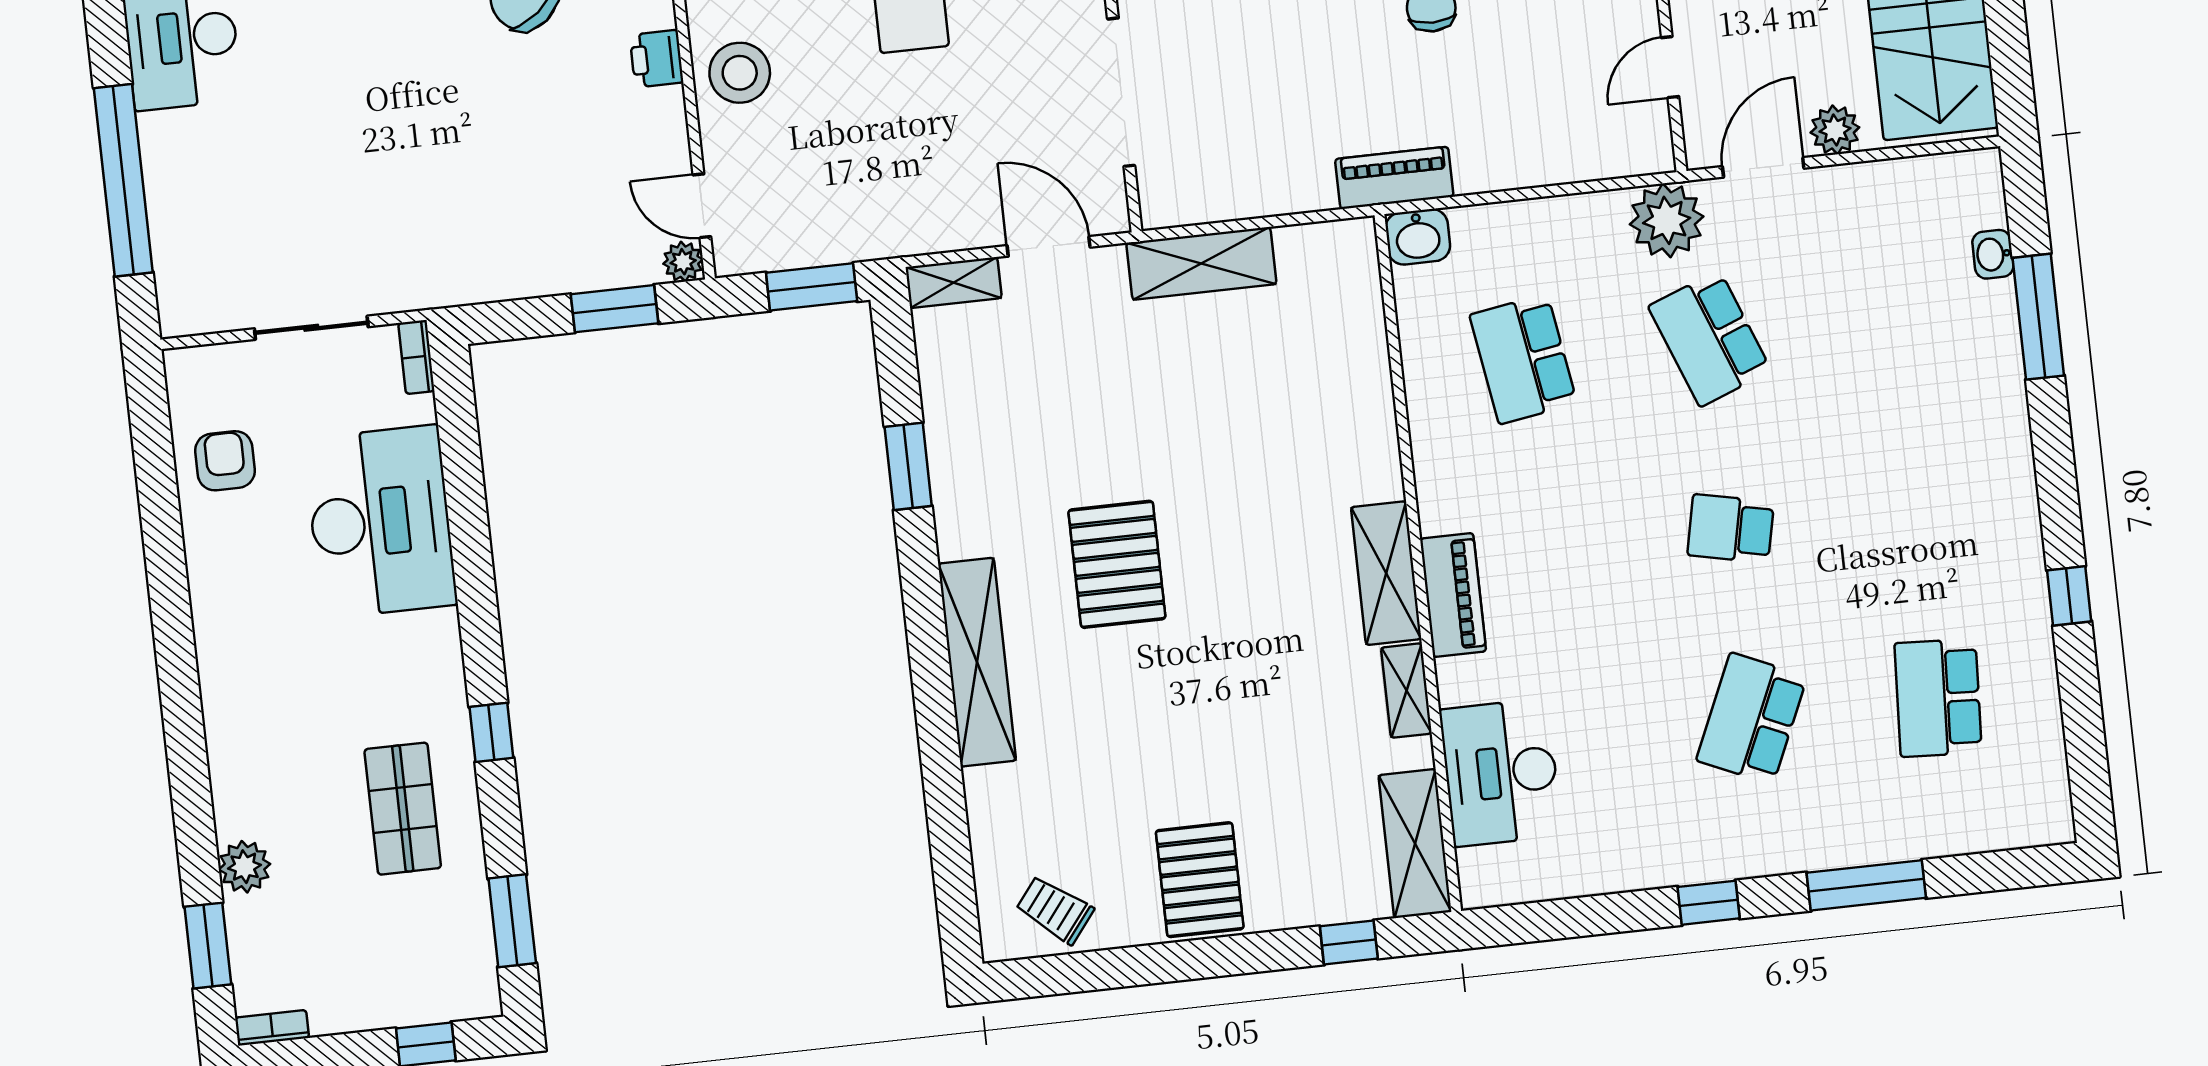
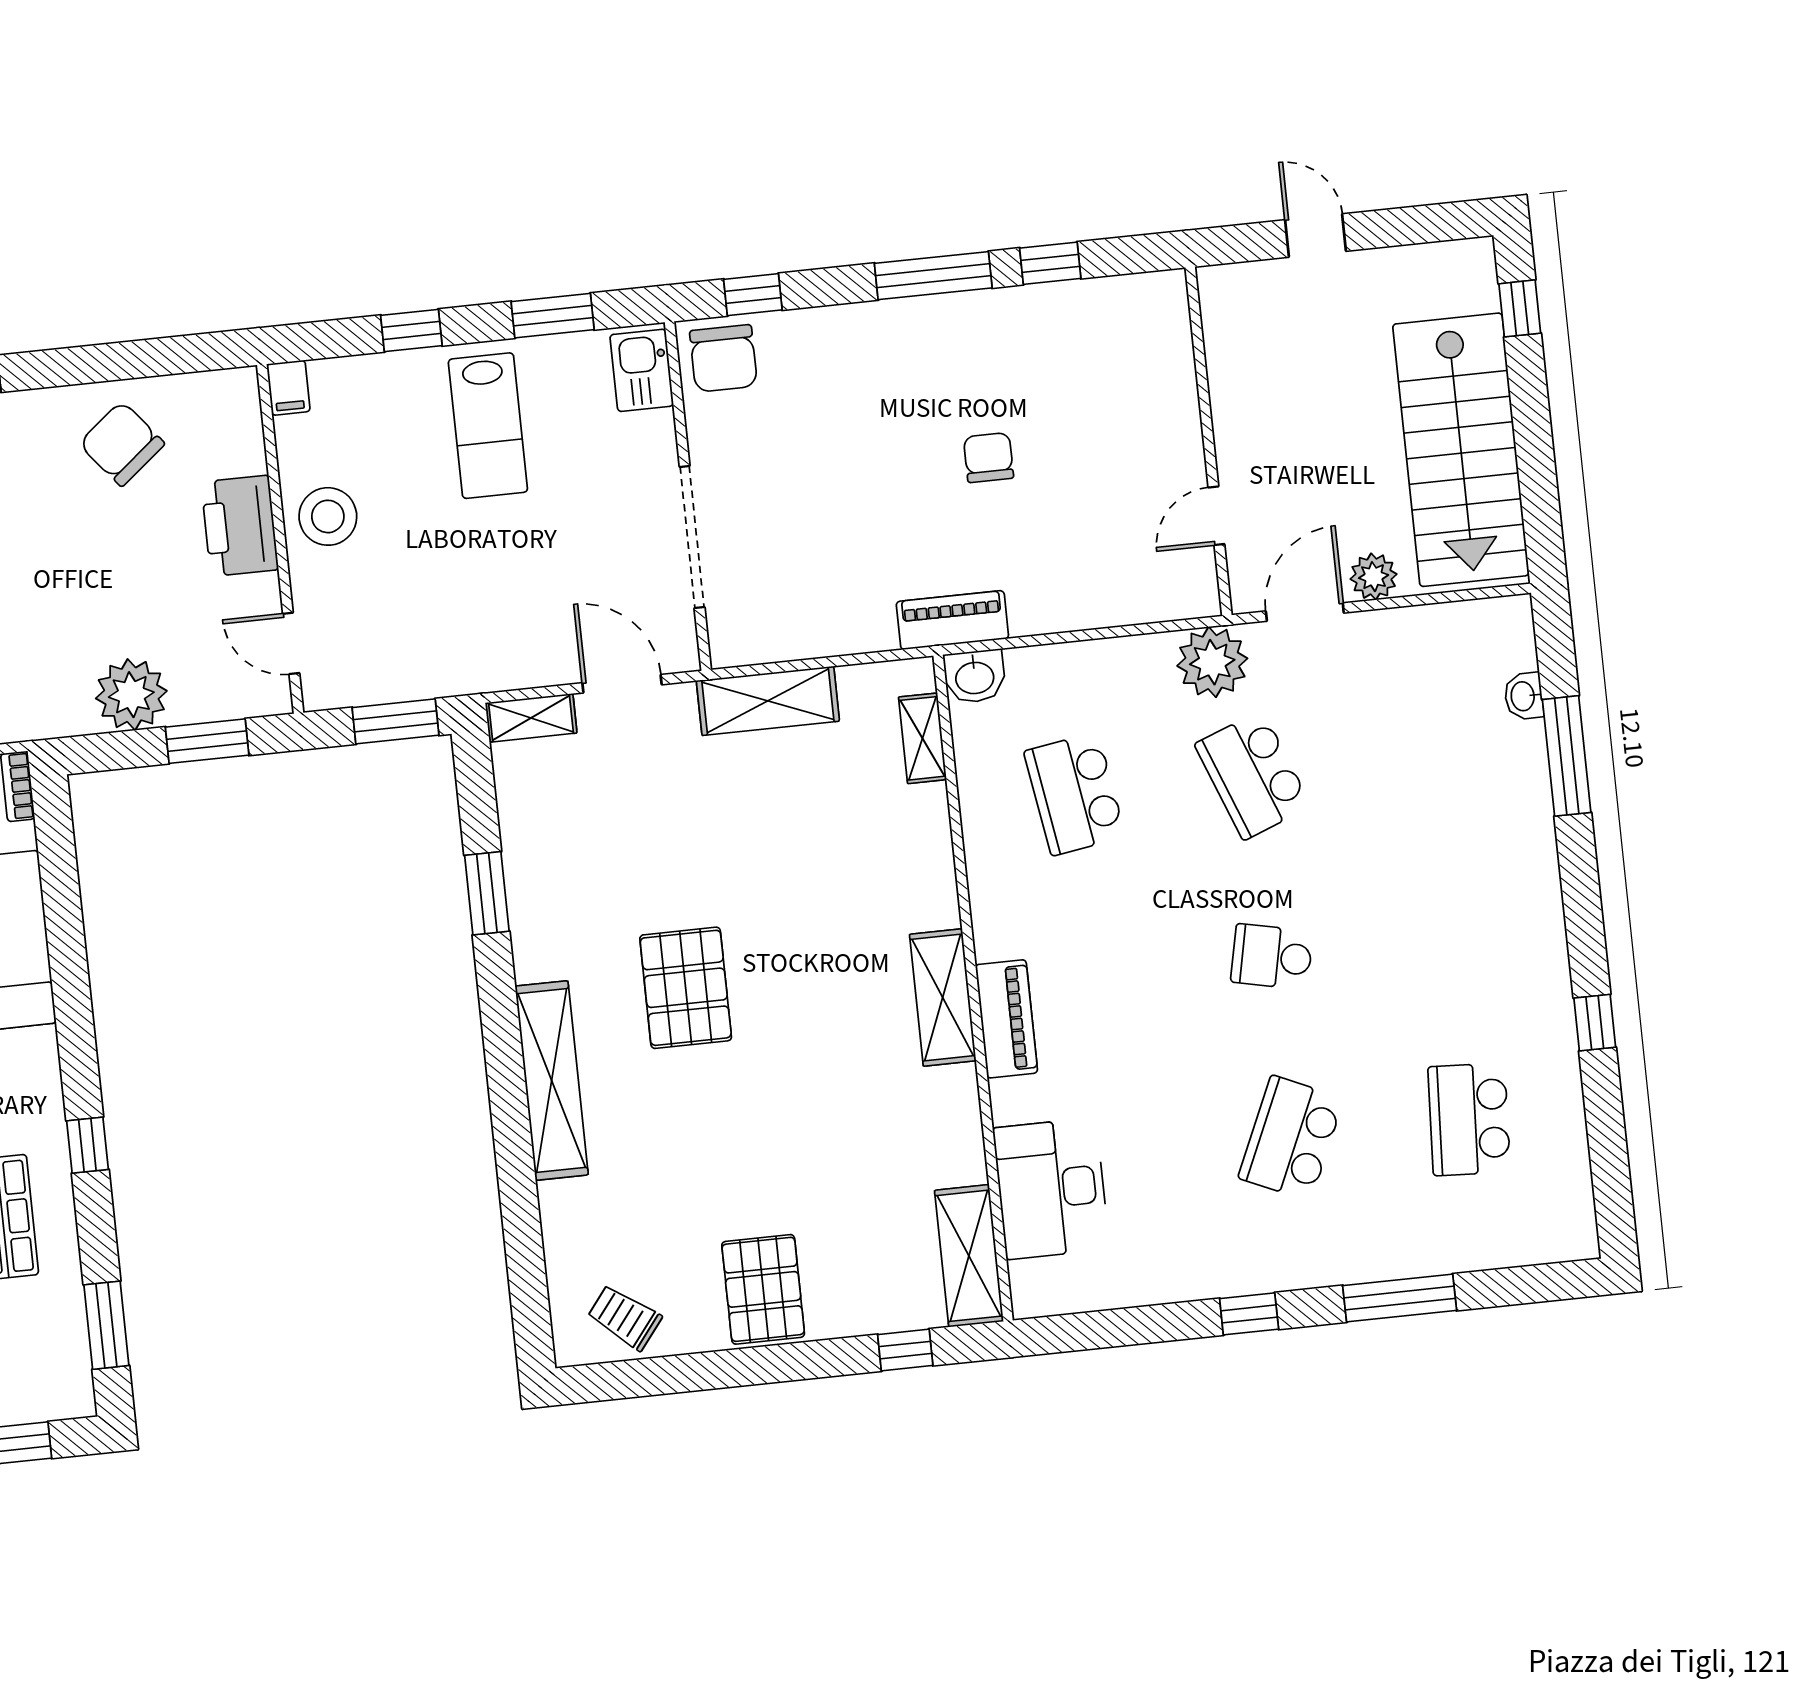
printer: (656, 59) -> (240, 526), width x1.87, depth x1.48
plant: (683, 262) -> (131, 695), moved, width x1.87, depth x1.87
shelving: (1406, 691) -> (922, 738), moved

